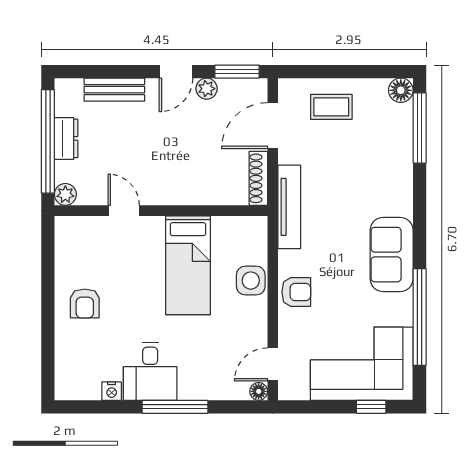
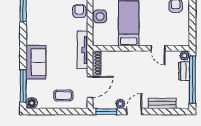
dresser: (66, 138) -> (184, 71), moved
sofa: (392, 255) -> (36, 62), moved
armchair: (296, 292) -> (79, 11), turned 90

